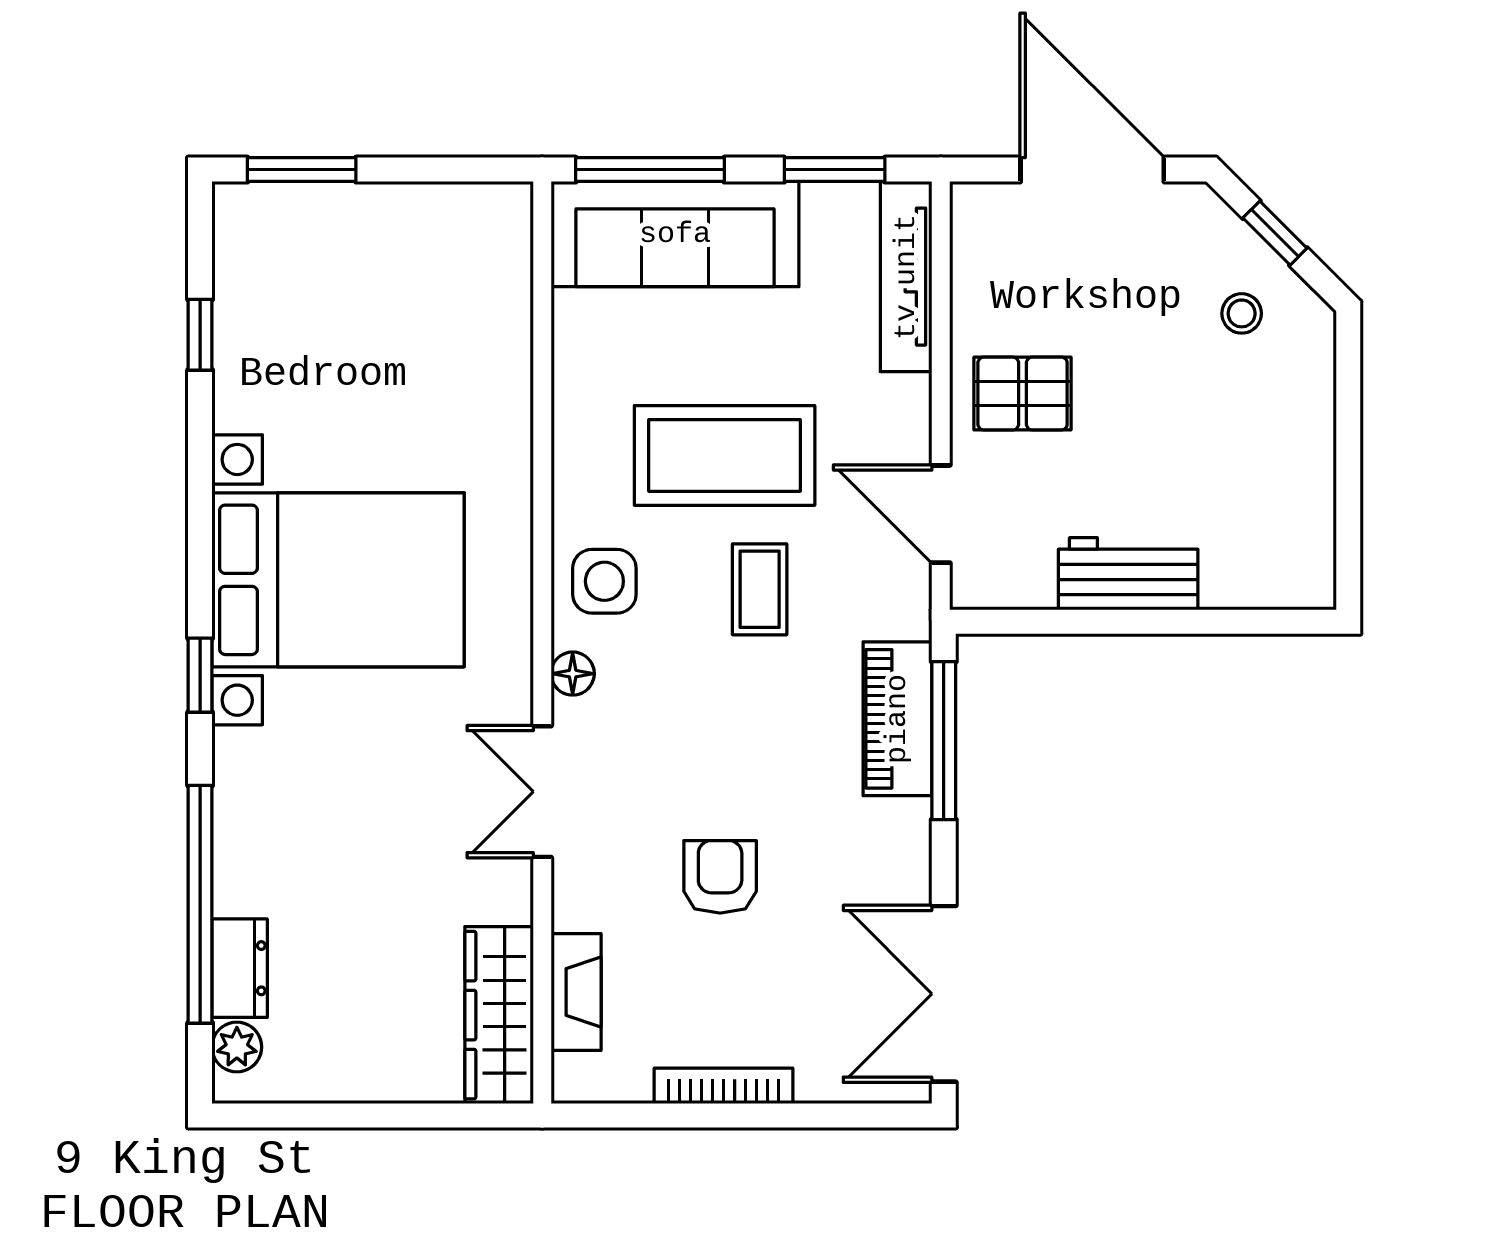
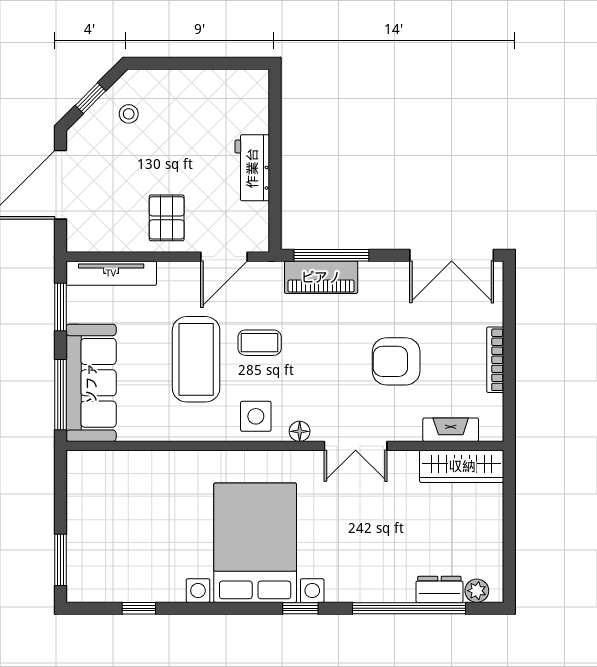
armchair: (720, 877) -> (396, 361), width x1.38, depth x1.38

